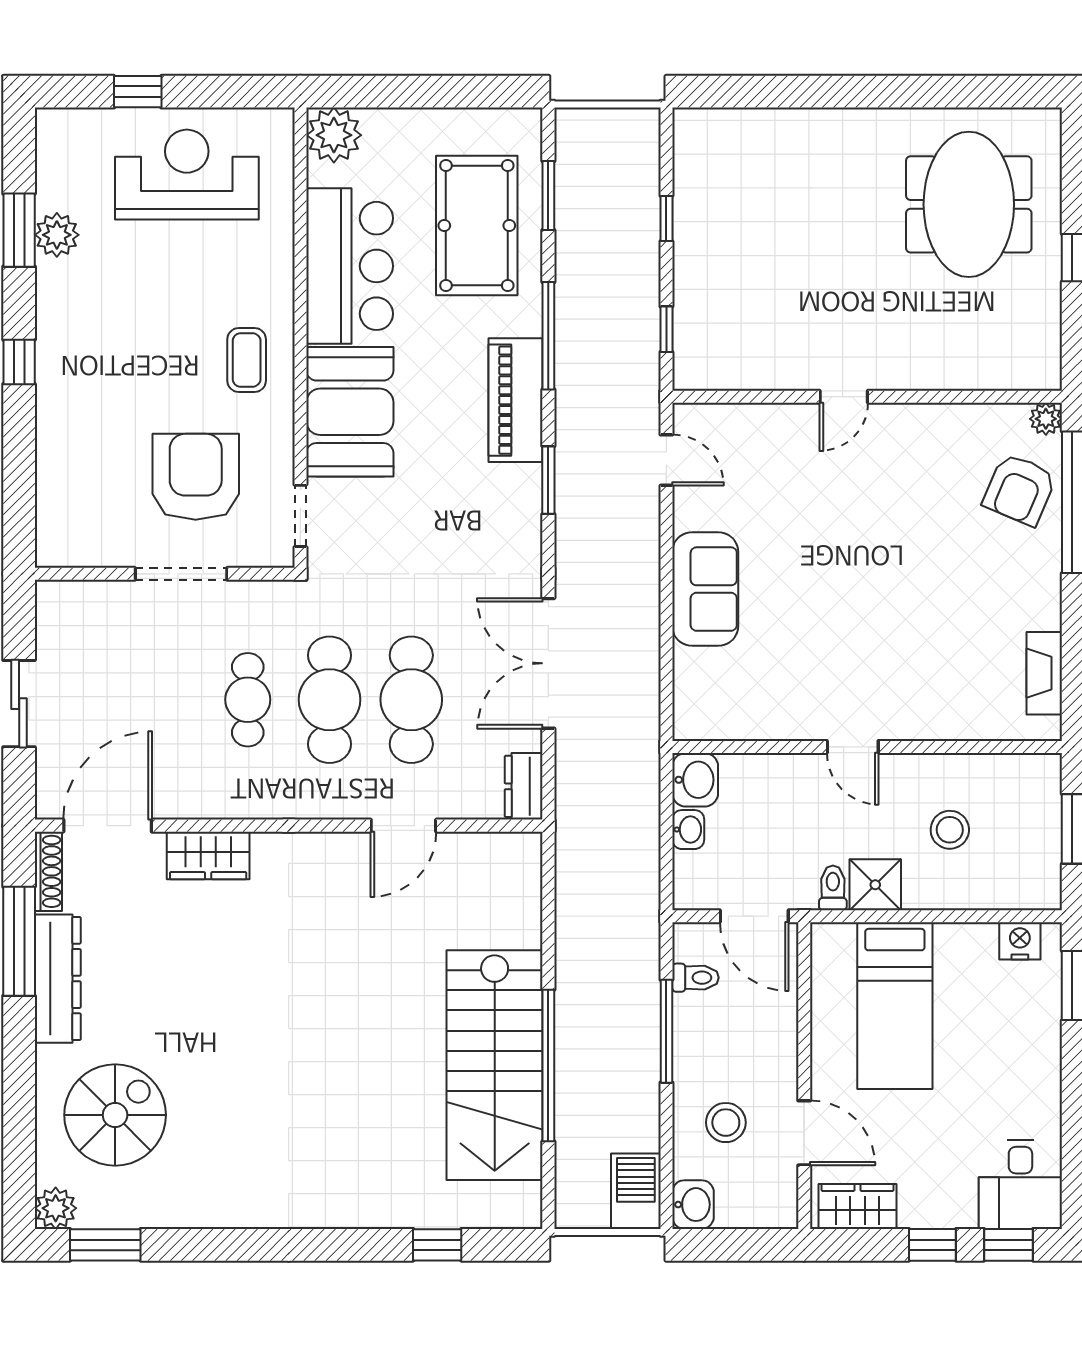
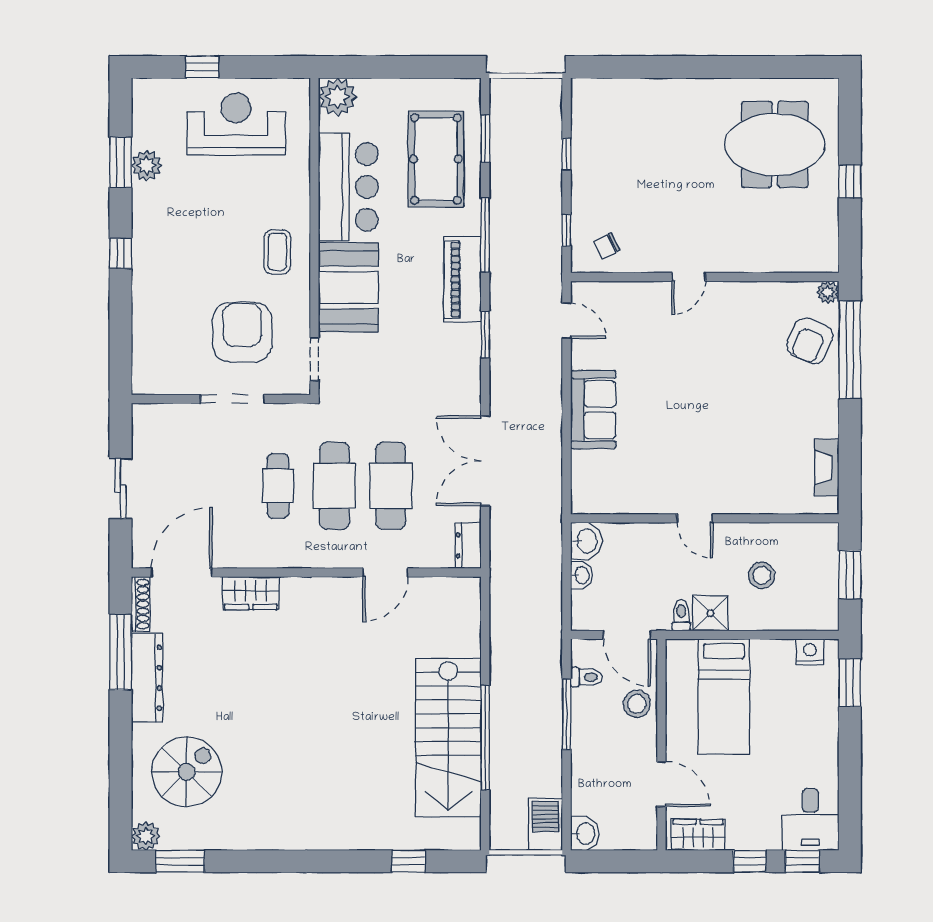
meeting table: (969, 204) -> (775, 145), turned 90
chair: (725, 351) -> (607, 246), added
stool: (726, 1123) -> (637, 704), moved

